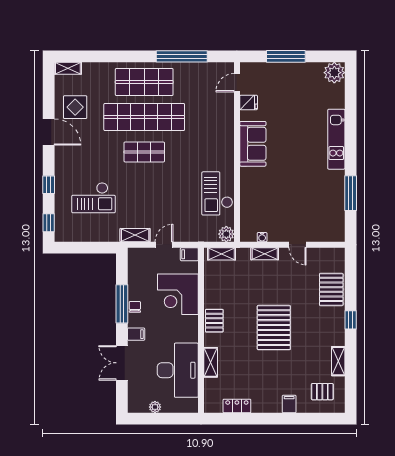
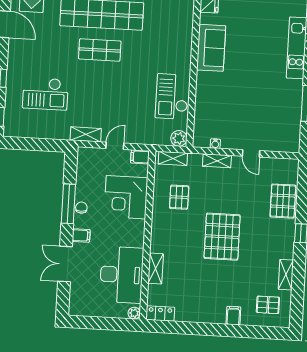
pallet: (214, 321) -> (179, 197), moved
locker: (237, 406) -> (160, 314), moved
plant: (155, 407) -> (134, 313), moved

